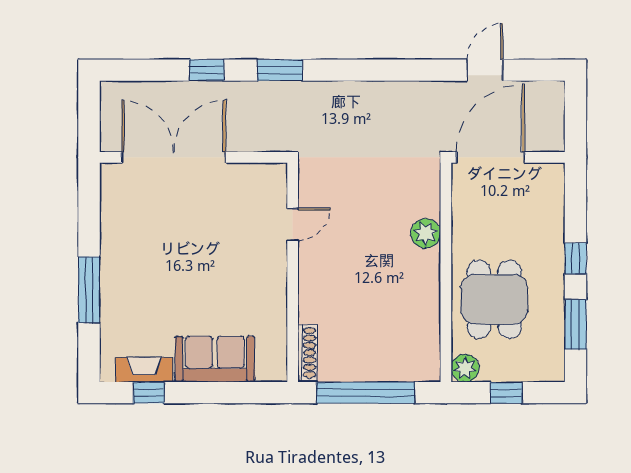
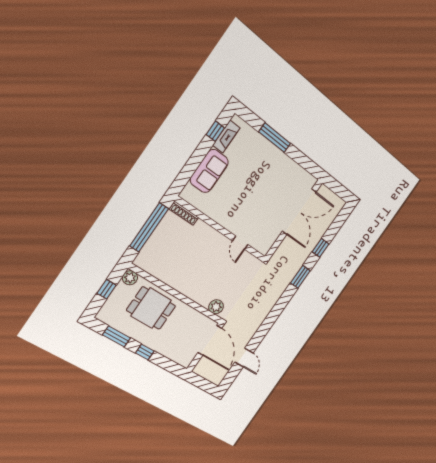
plant: (426, 233) -> (216, 307), moved

